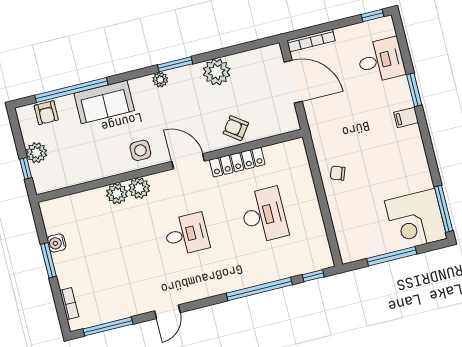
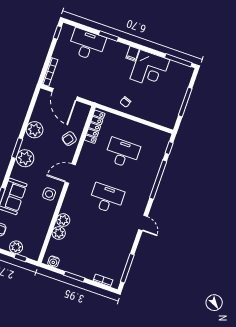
desk: (381, 60) -> (87, 44), width x1.37
plant: (160, 80) -> (25, 158), width x1.88, depth x1.88
door: (293, 82) -> (65, 94), swing flipped
filing cabinet: (406, 117) -> (133, 54), moved
locker: (237, 162) -> (95, 127), moved
plant: (139, 188) -> (59, 233), moved
corner desk: (416, 220) -> (150, 69), moved
desk: (186, 234) -> (107, 198), width x1.37
water cooler: (57, 243) -> (53, 262), moved
door: (167, 312) -> (143, 223), moved

